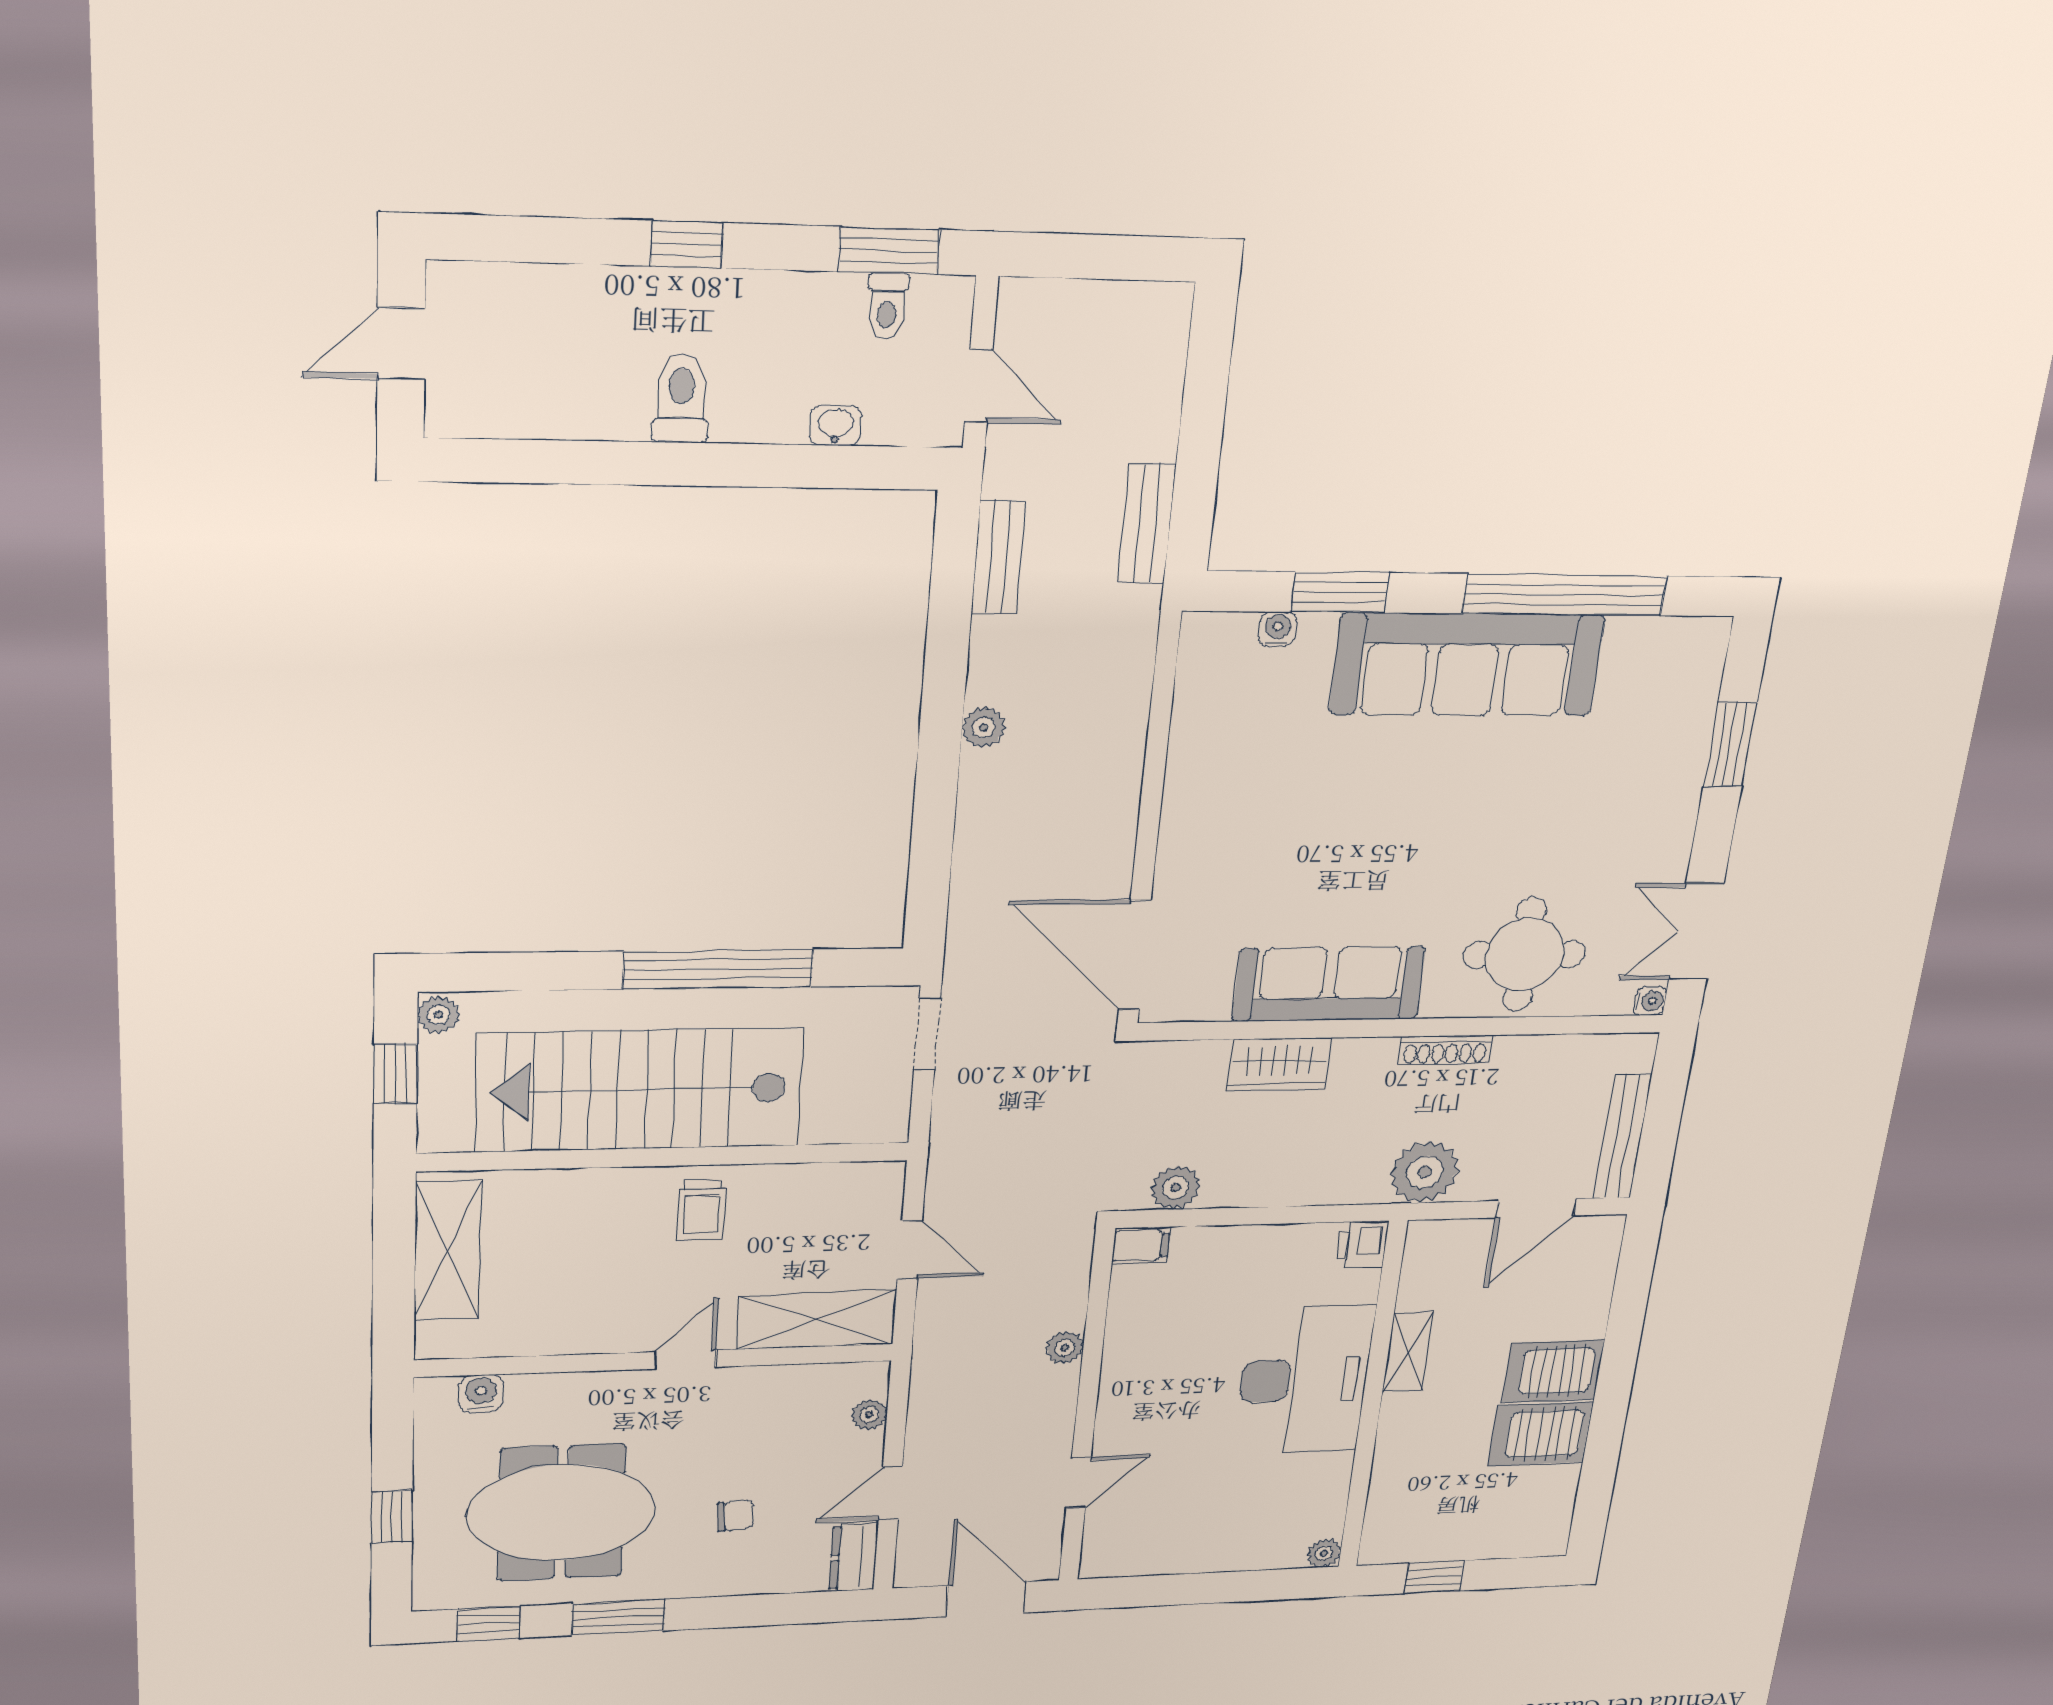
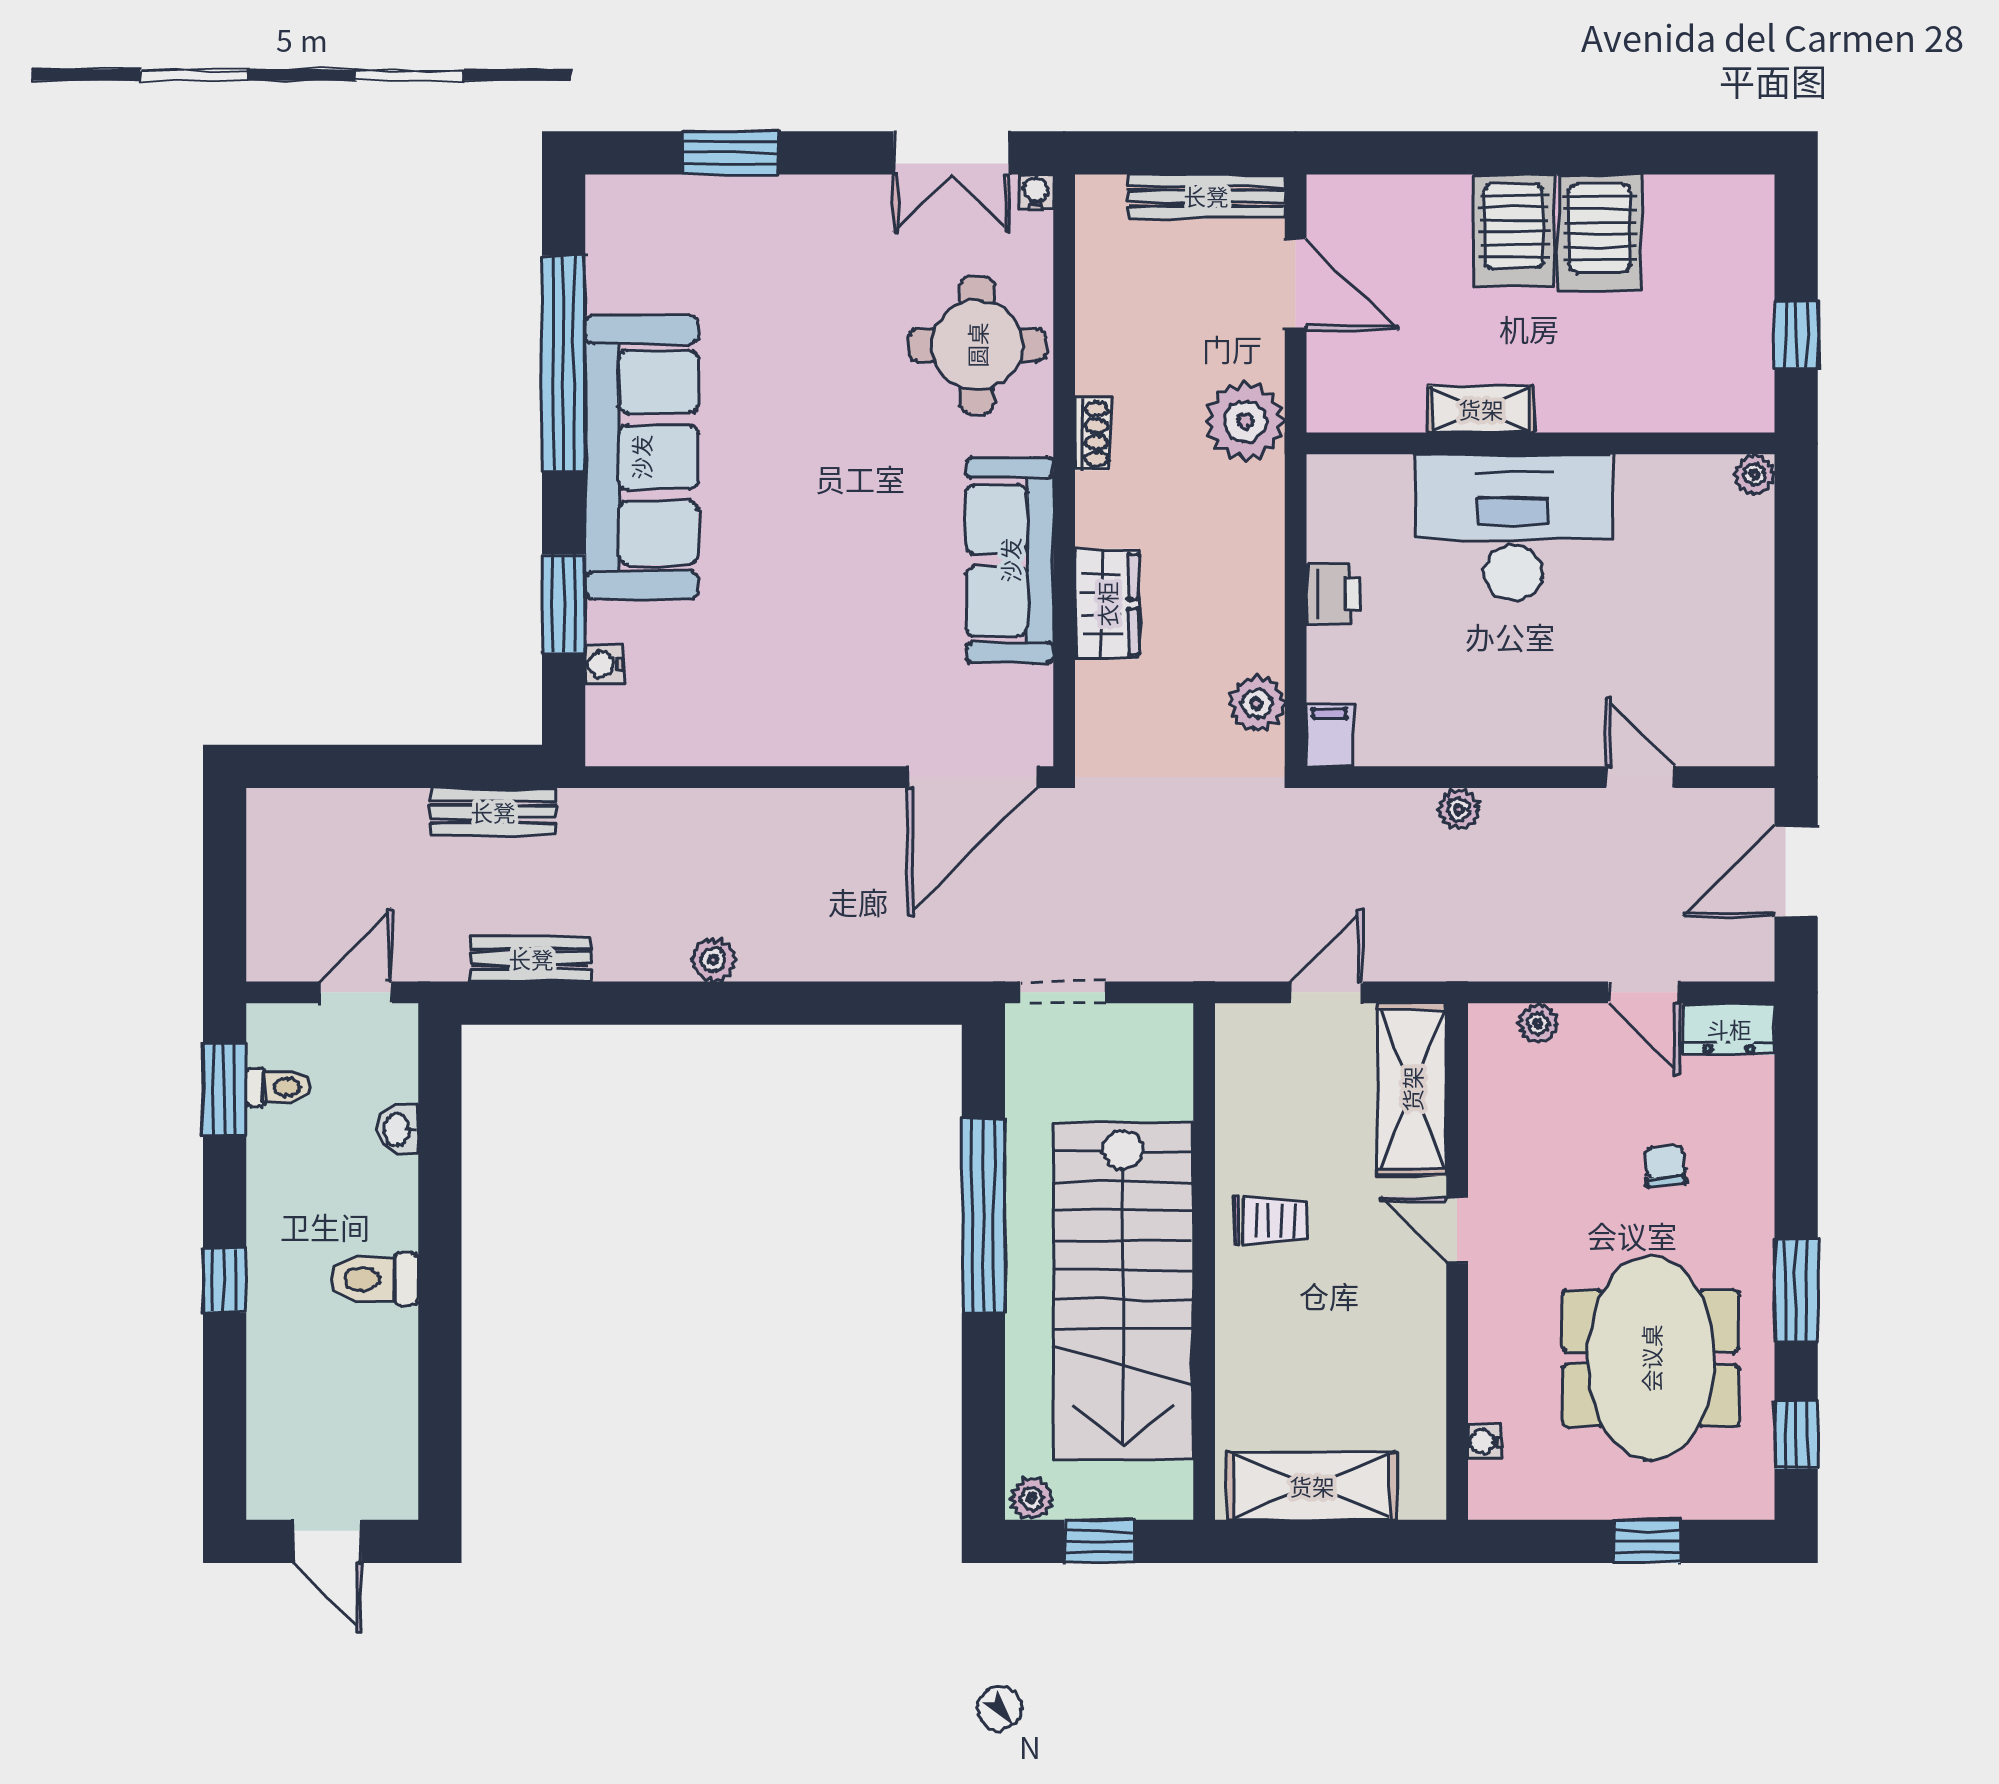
shoe rack: (1445, 1050) -> (1092, 434), width x0.70
printer: (1362, 1245) -> (1334, 594), moved, turned -90
water cooler: (481, 1394) -> (1485, 1442), width x0.72, depth x0.72

